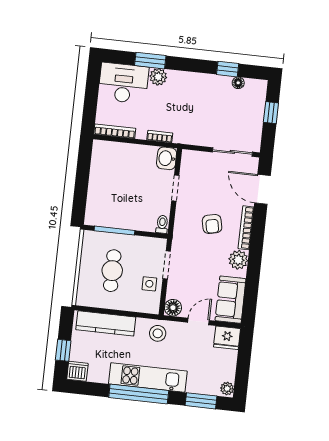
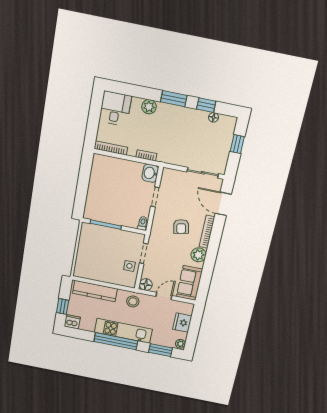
window: (150, 61) -> (174, 99), moved
desk: (123, 83) -> (115, 108), width x0.73
cafe table: (112, 271) -> (102, 254), removed
fridge: (227, 338) -> (182, 323), moved, turned 90

